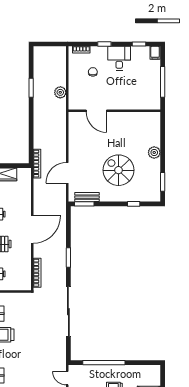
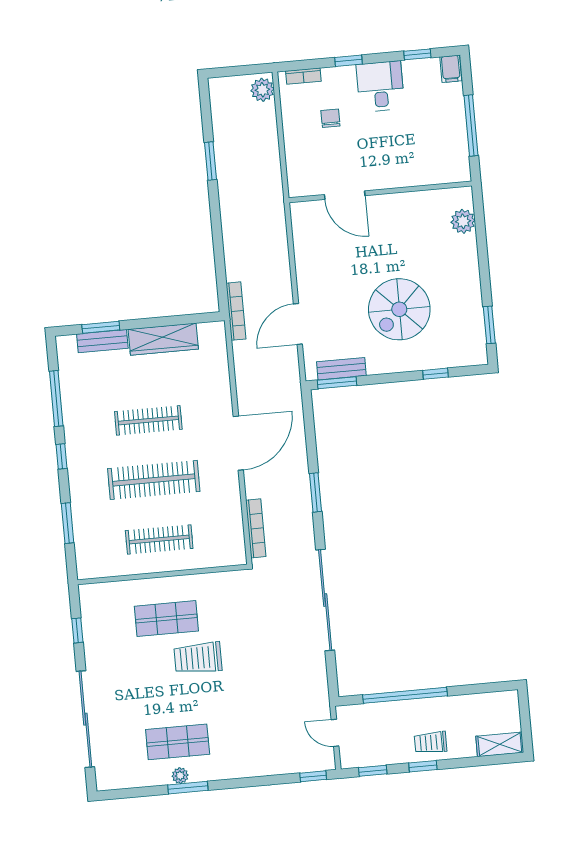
plant: (60, 92) -> (262, 90), moved
plant: (154, 152) -> (463, 221), moved
spiral stairs: (118, 170) -> (399, 309), turned -90

